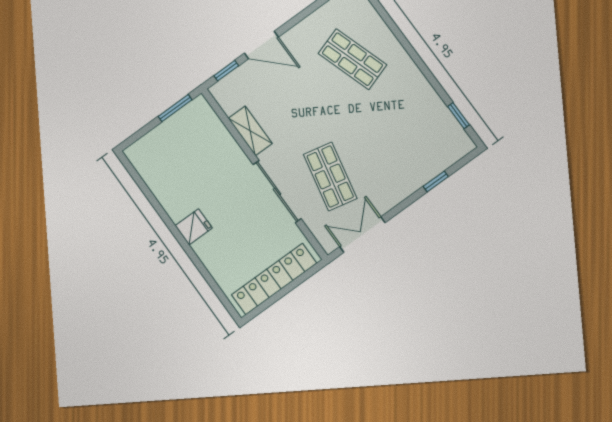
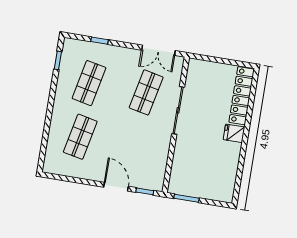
shop shelf: (352, 59) -> (80, 137), turned 30
shop shelf: (401, 125) -> (89, 83), added
shelving: (250, 131) -> (162, 152), removed
locker: (274, 279) -> (242, 96), moved, turned 90

